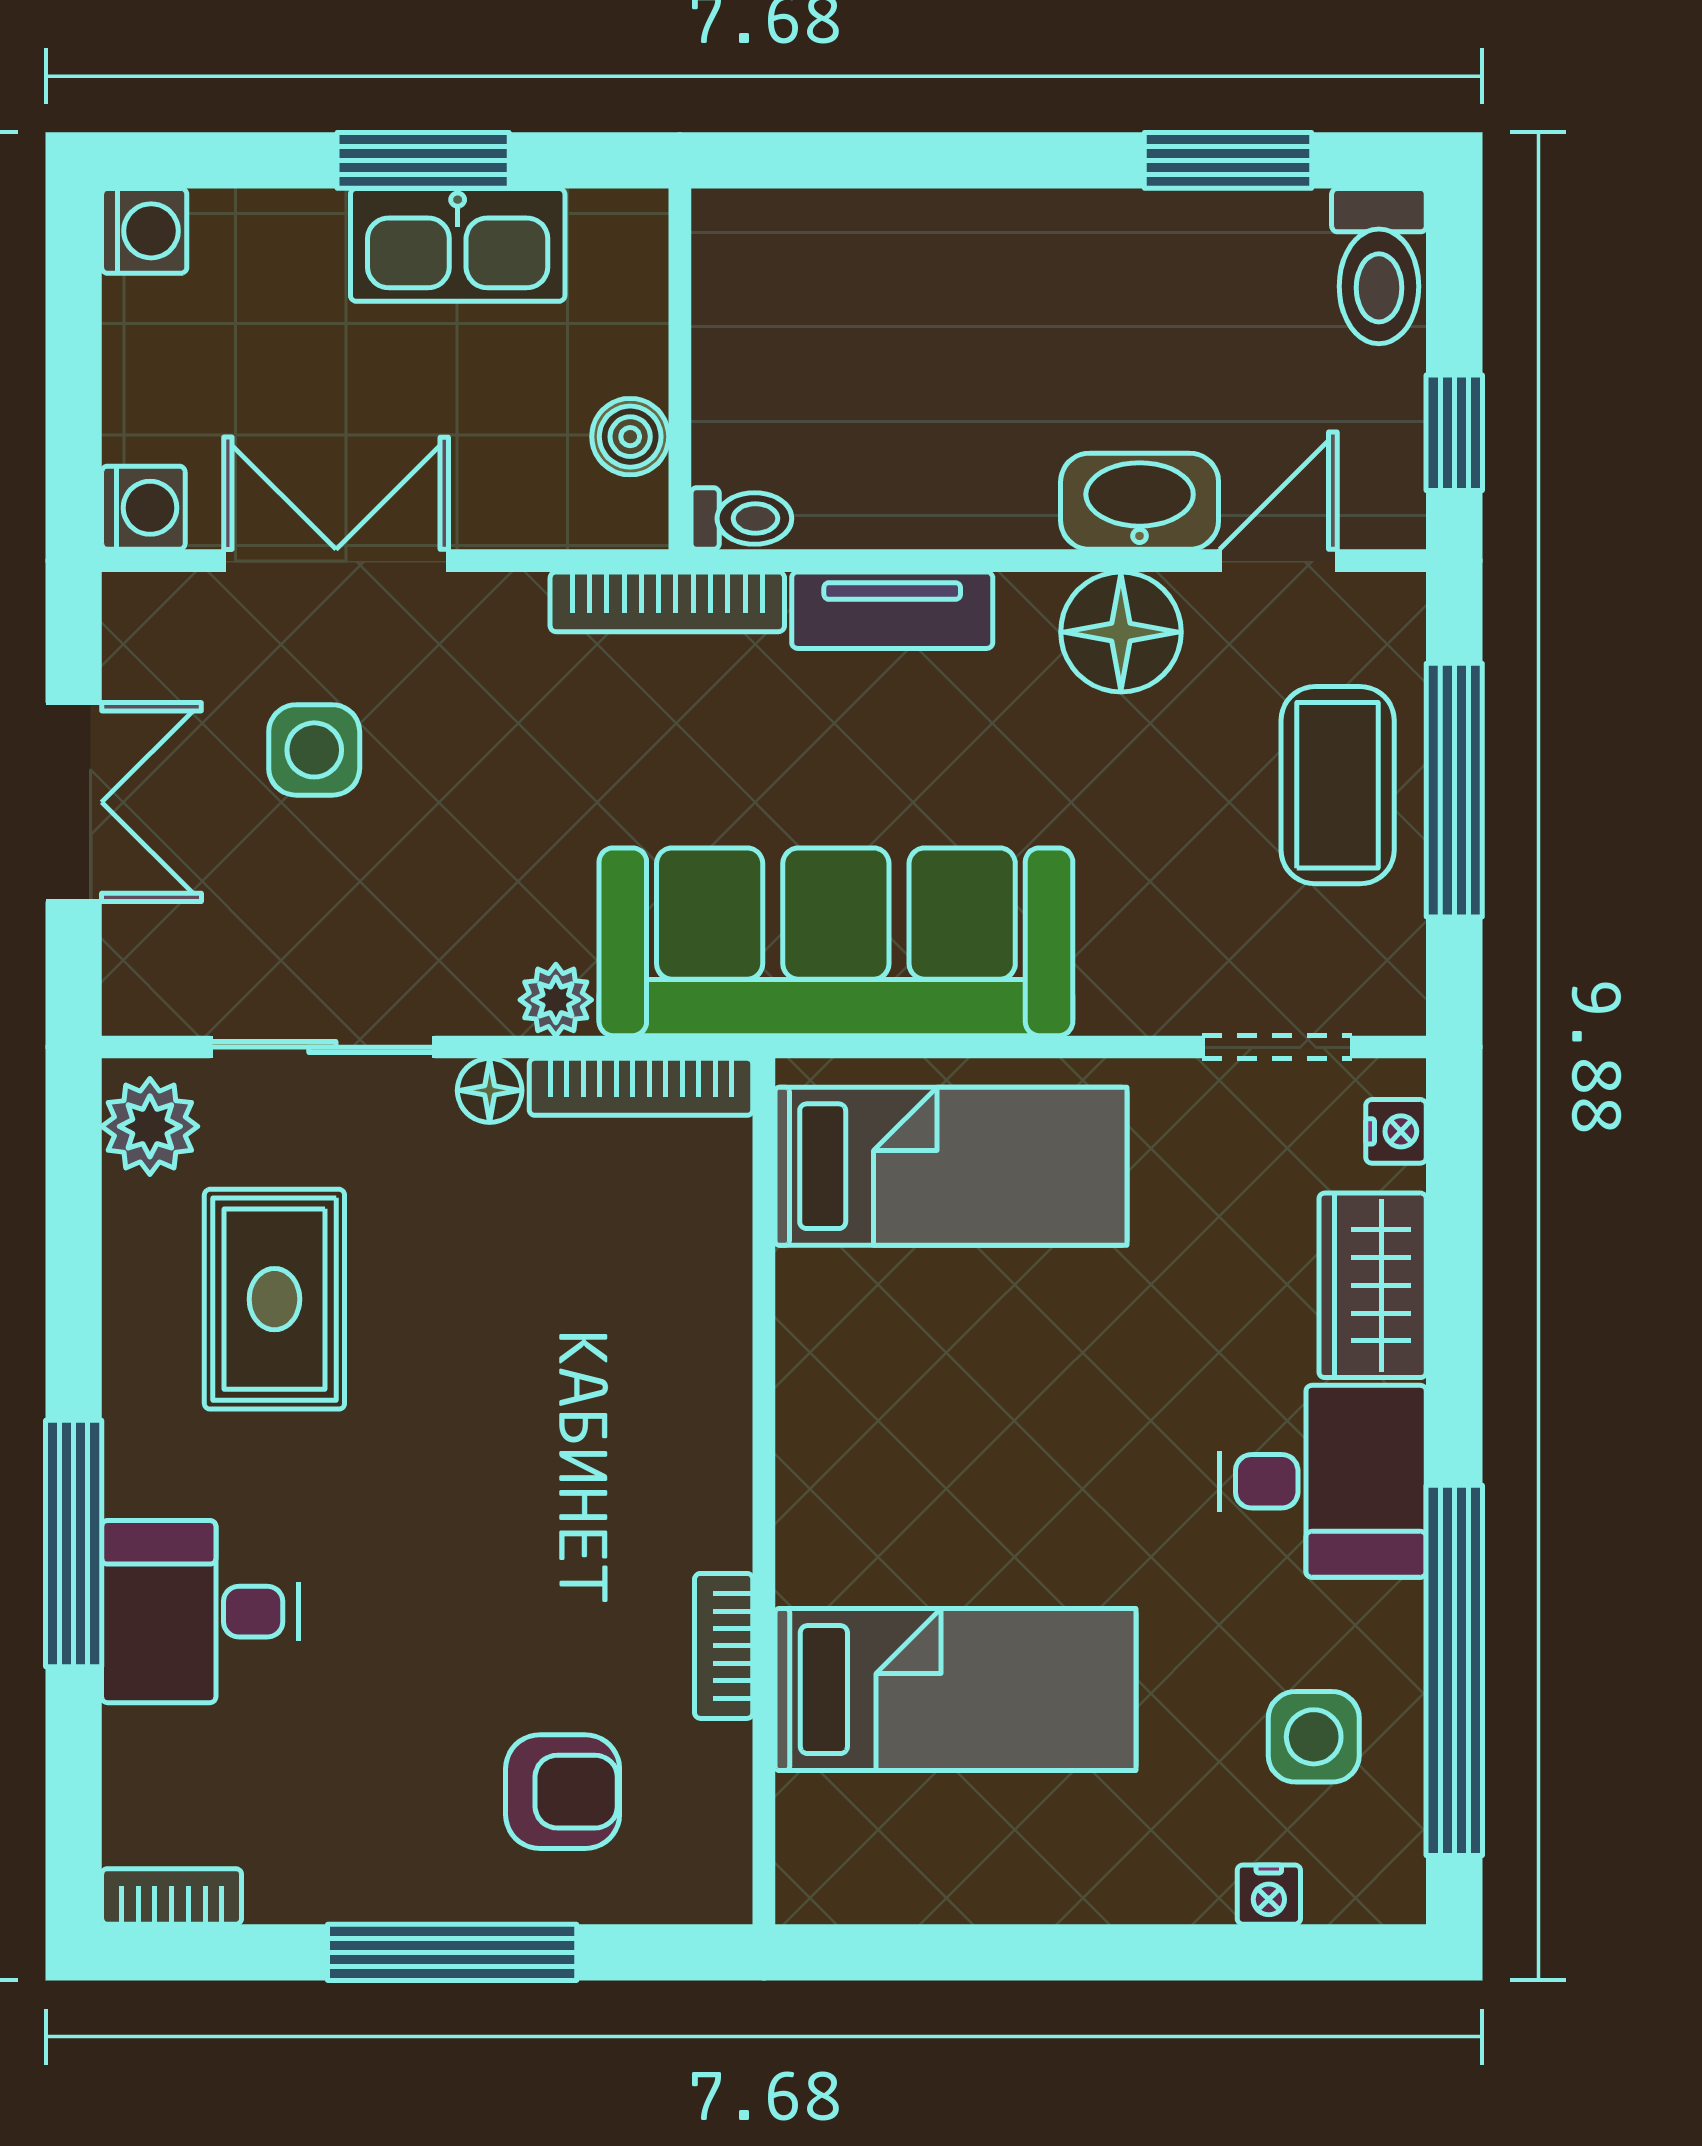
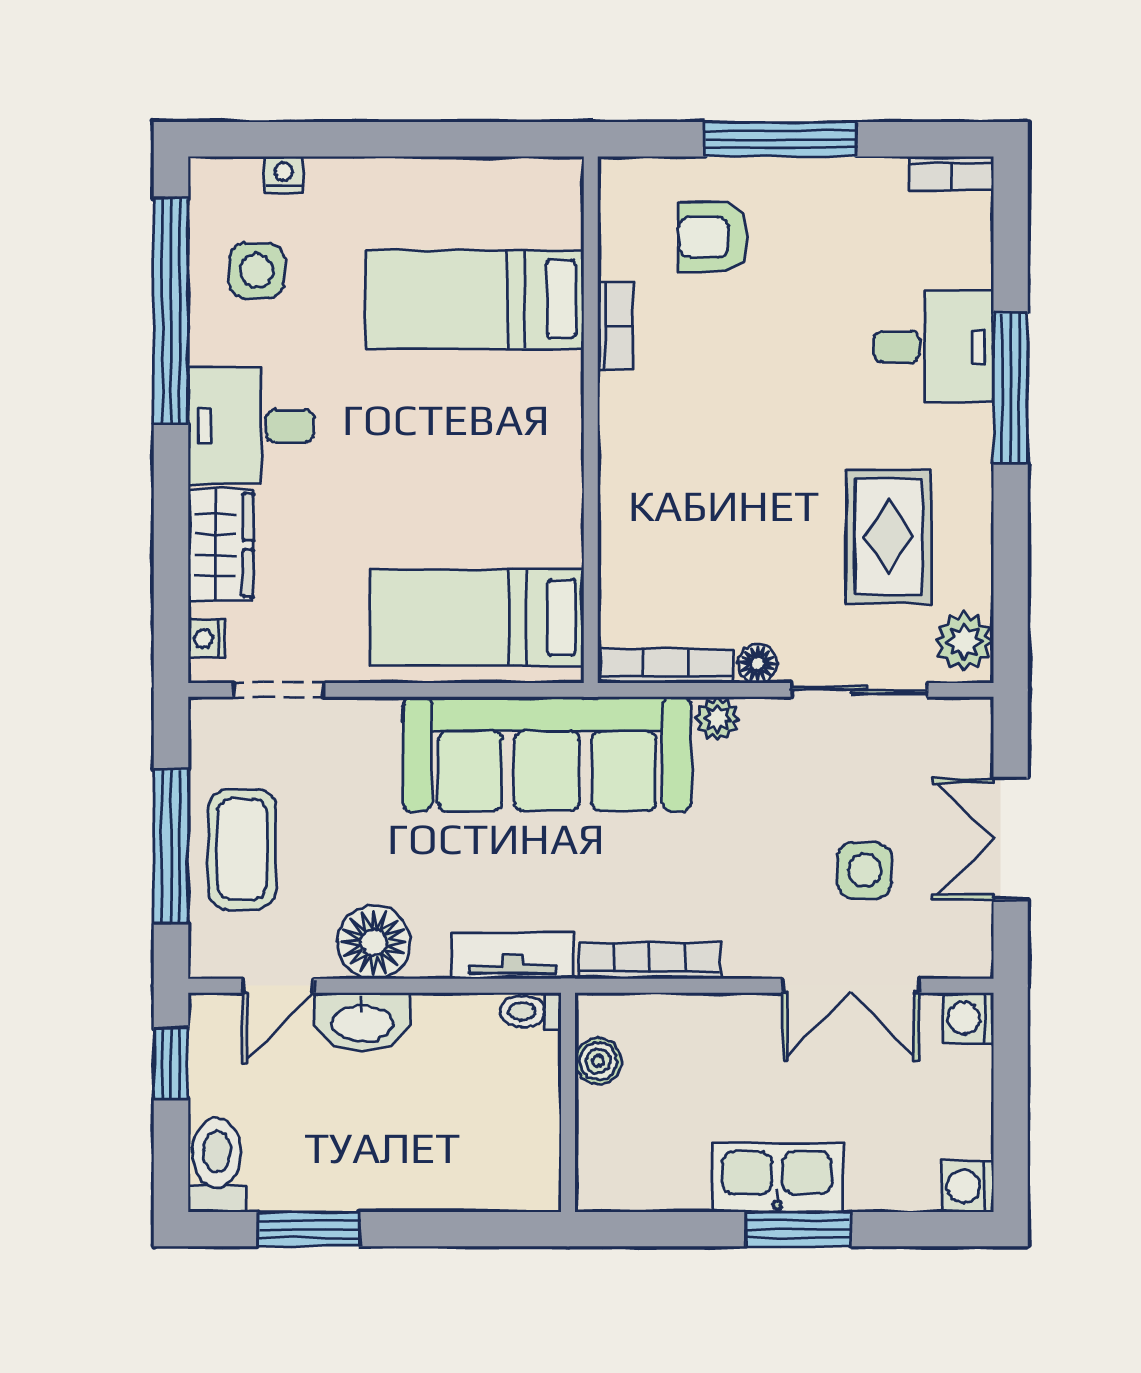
wall: (680, 369) -> (568, 1102), moved
boiler: (630, 437) -> (598, 1061), moved
toilet: (741, 518) -> (531, 1011), moved

